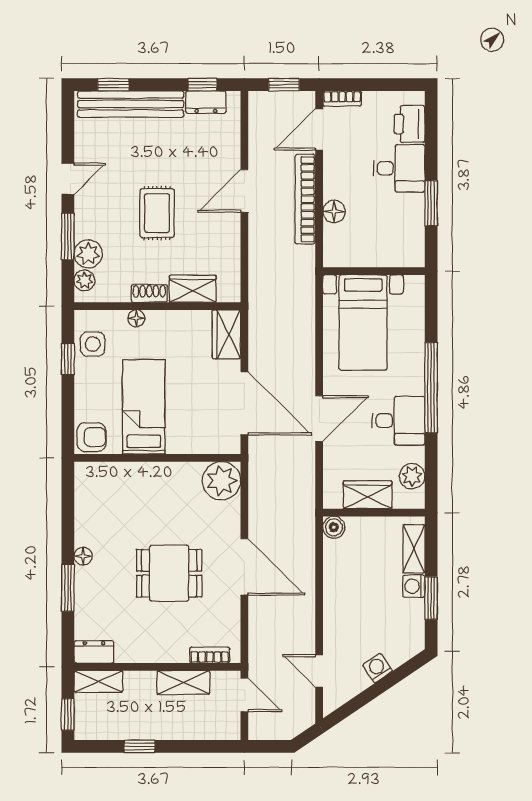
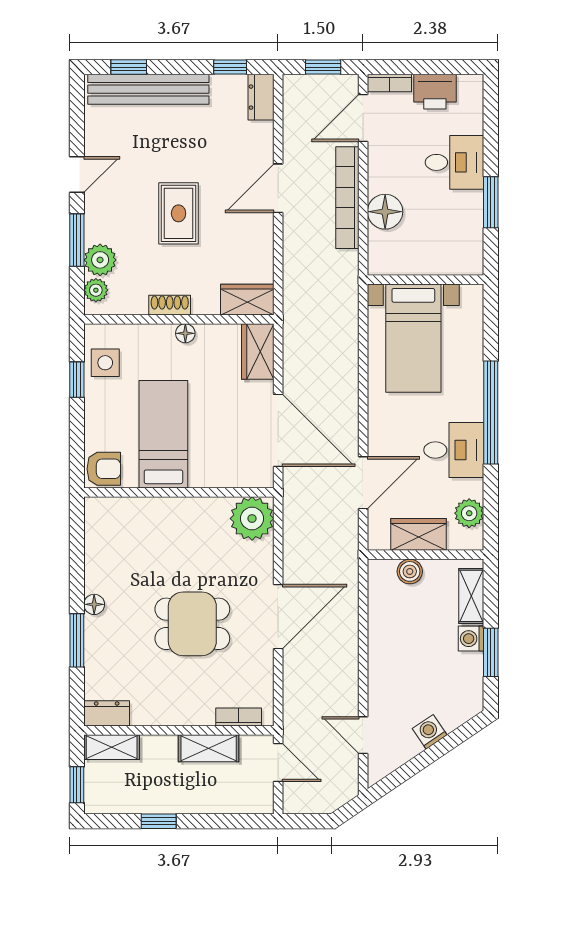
dresser: (206, 102) -> (261, 97), moved, turned 90
printer: (409, 124) -> (435, 92), moved, turned -90
floor lamp: (334, 212) -> (385, 212), width x1.38, depth x1.38
wardrobe: (193, 289) -> (247, 300), moved
floor lamp: (136, 318) -> (185, 333), moved
door: (319, 419) -> (363, 483), moved
boiler: (334, 527) -> (410, 571), moved
door: (244, 567) -> (278, 617), hinge flipped

